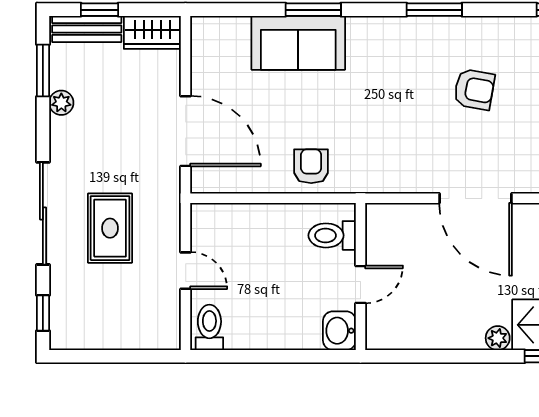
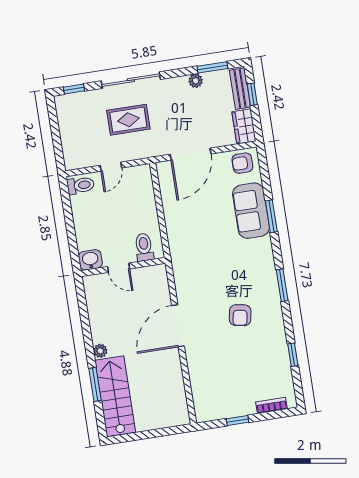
armchair: (311, 166) -> (242, 163), moved, turned 180

